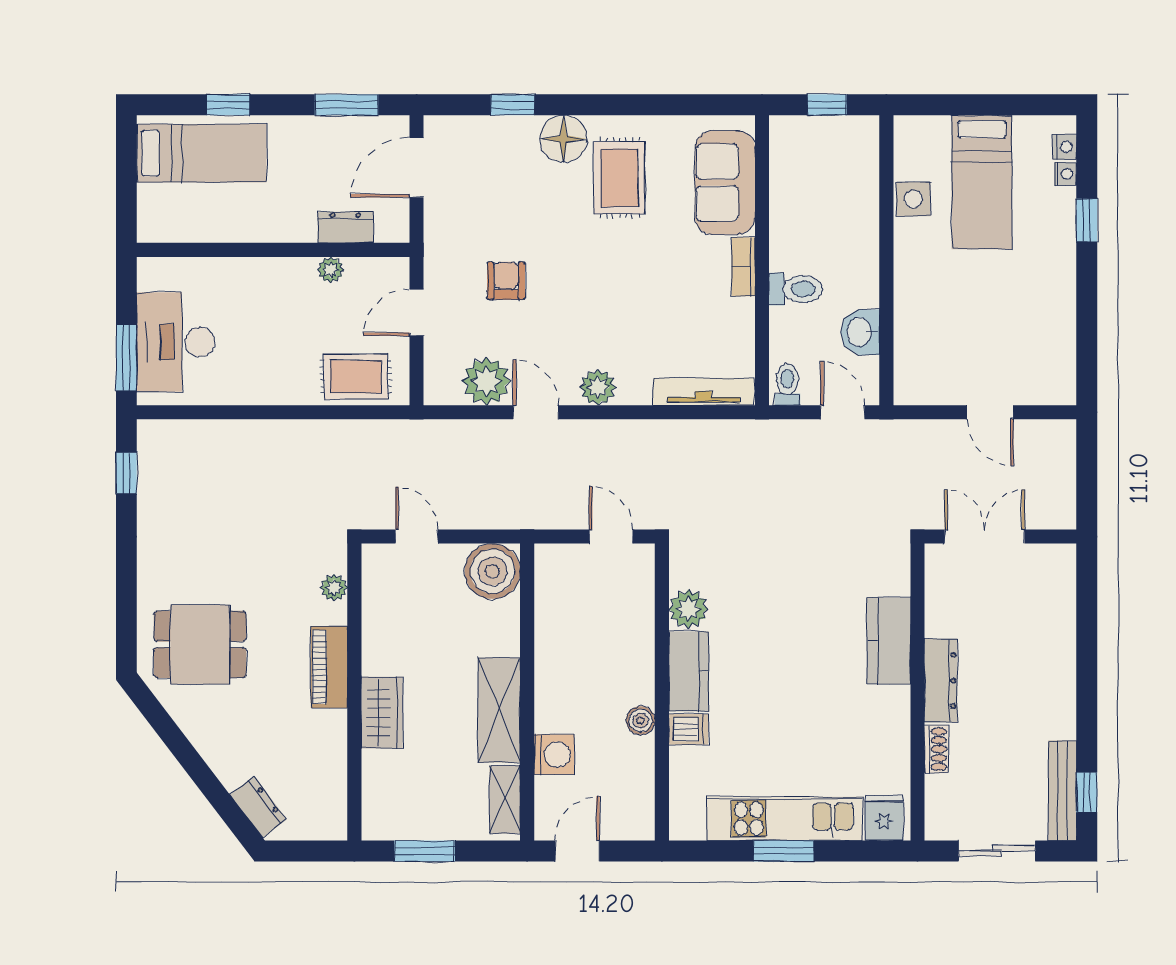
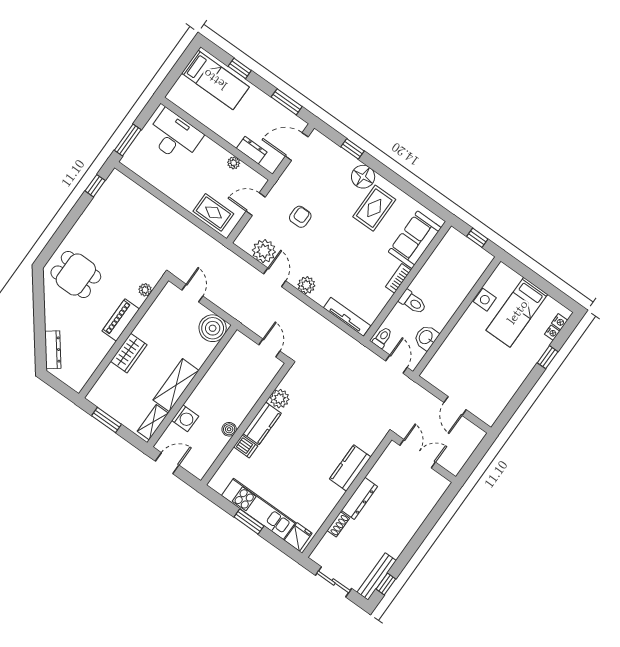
desk: (176, 342) -> (174, 136), moved, turned 90
dresser: (258, 807) -> (53, 350), width x1.44

